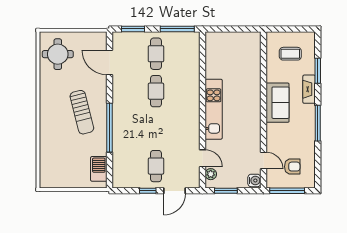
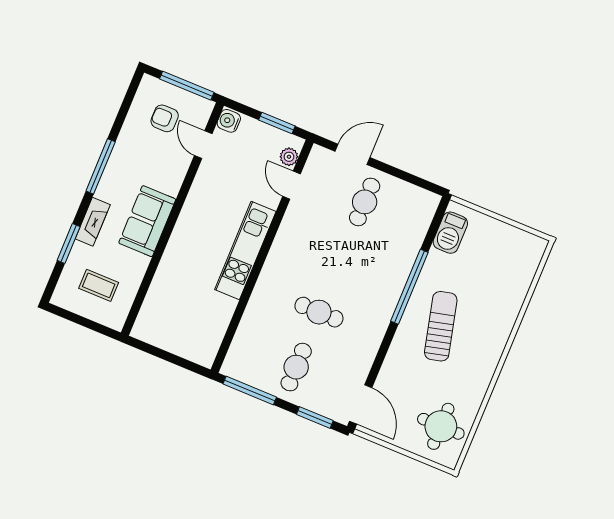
door: (110, 63) -> (361, 404), moved
cafe table: (156, 91) -> (319, 312), turned 90
window: (148, 191) -> (392, 171), removed

